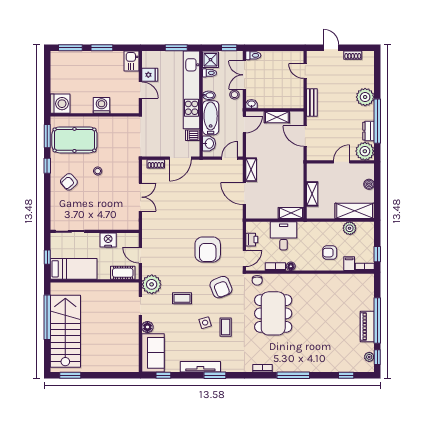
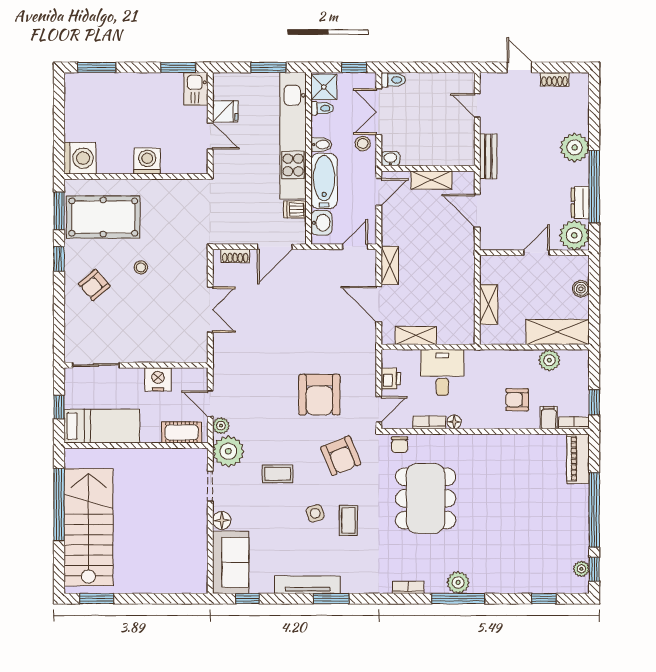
window: (102, 48) -> (178, 67), moved
shelving: (291, 213) -> (416, 335), moved
plant: (147, 269) -> (221, 426), added
piano: (367, 326) -> (578, 459), moved
plant: (293, 365) -> (458, 582), added

